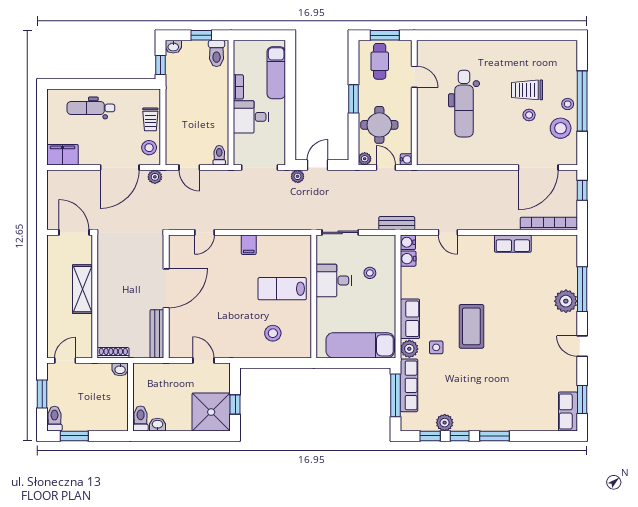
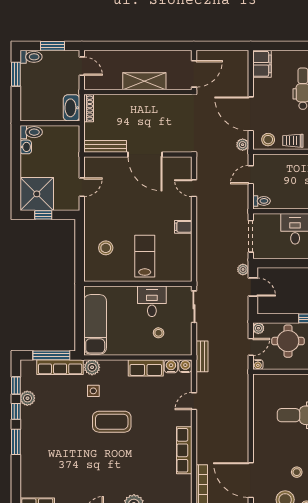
row of seats: (513, 244) -> (184, 450), width x1.48
row of seats: (410, 319) -> (146, 368), moved
washbasin: (120, 369) -> (72, 108), width x1.91, depth x1.45

